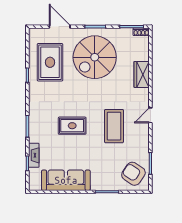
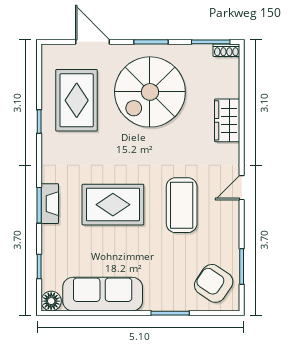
rug: (72, 126) -> (113, 205), width x1.36, depth x1.43
fireplace: (34, 155) -> (50, 204), moved
floor lamp: (35, 184) -> (51, 301), added

